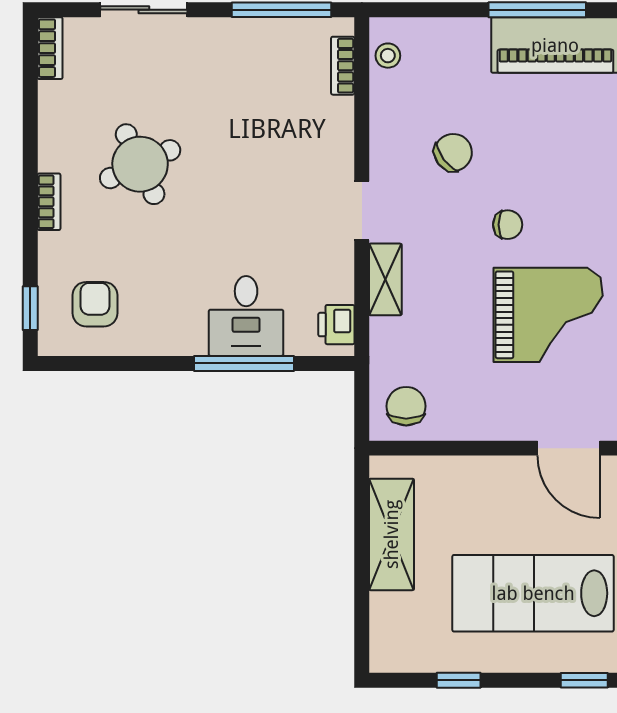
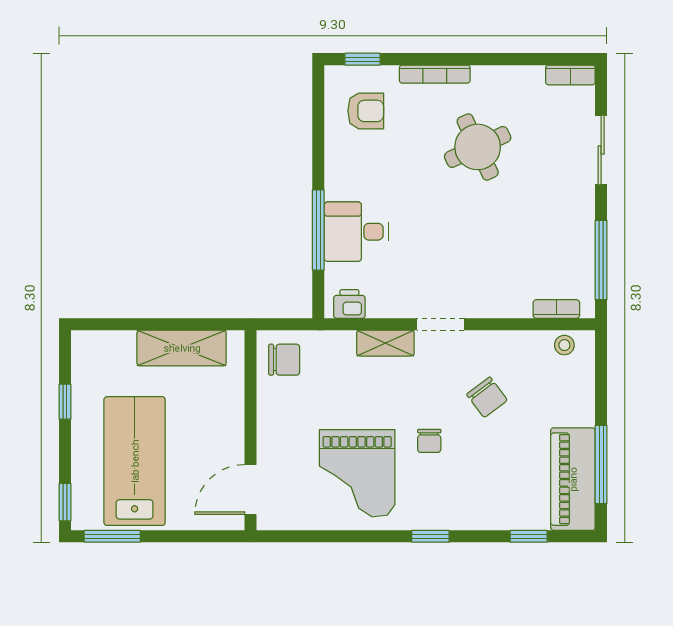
bookcase: (49, 202) -> (435, 74), width x1.56

